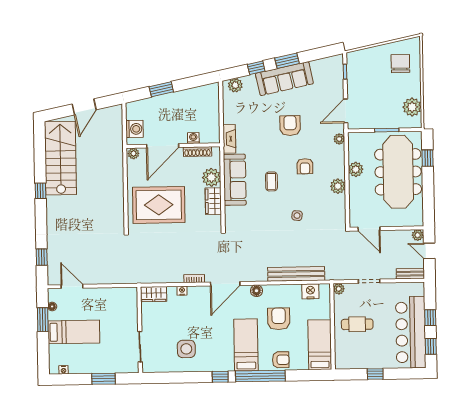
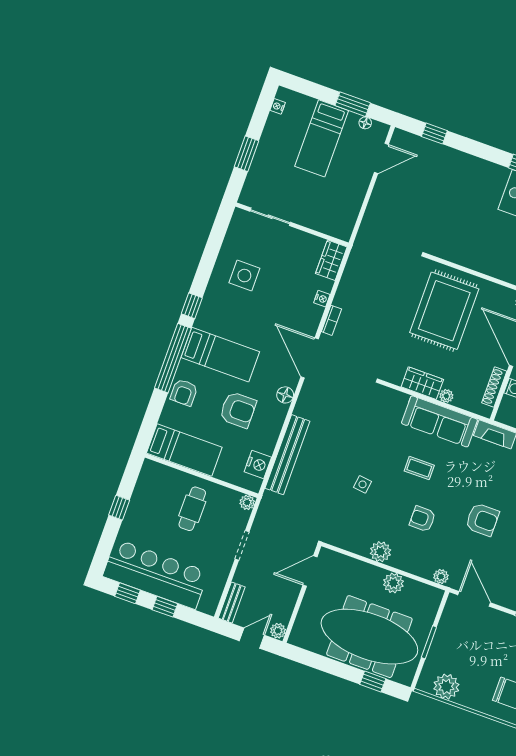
plant: (211, 177) -> (446, 396), width x0.53, depth x0.53

